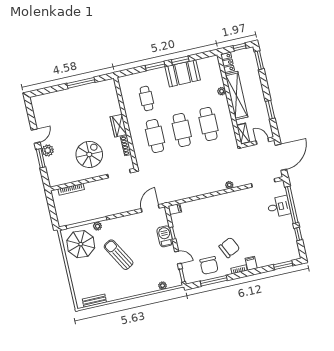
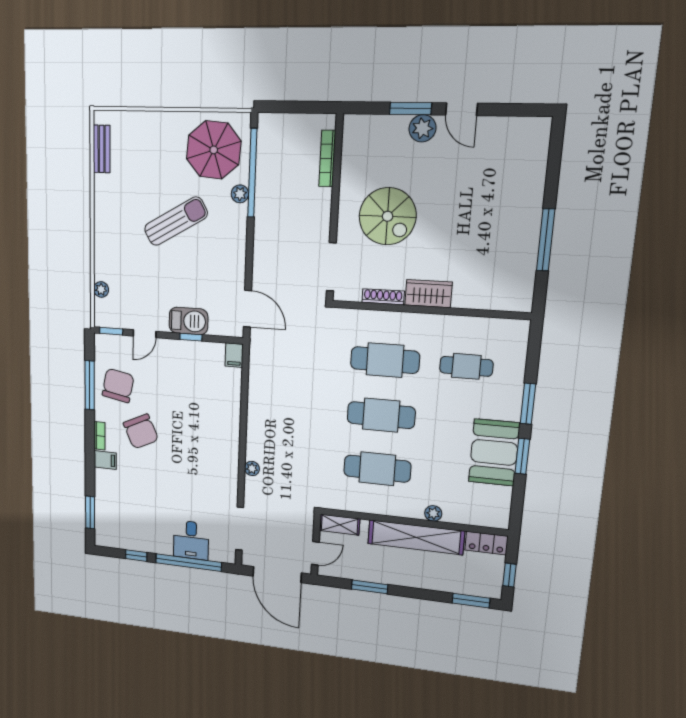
chair: (209, 265) -> (118, 385), turned 101

